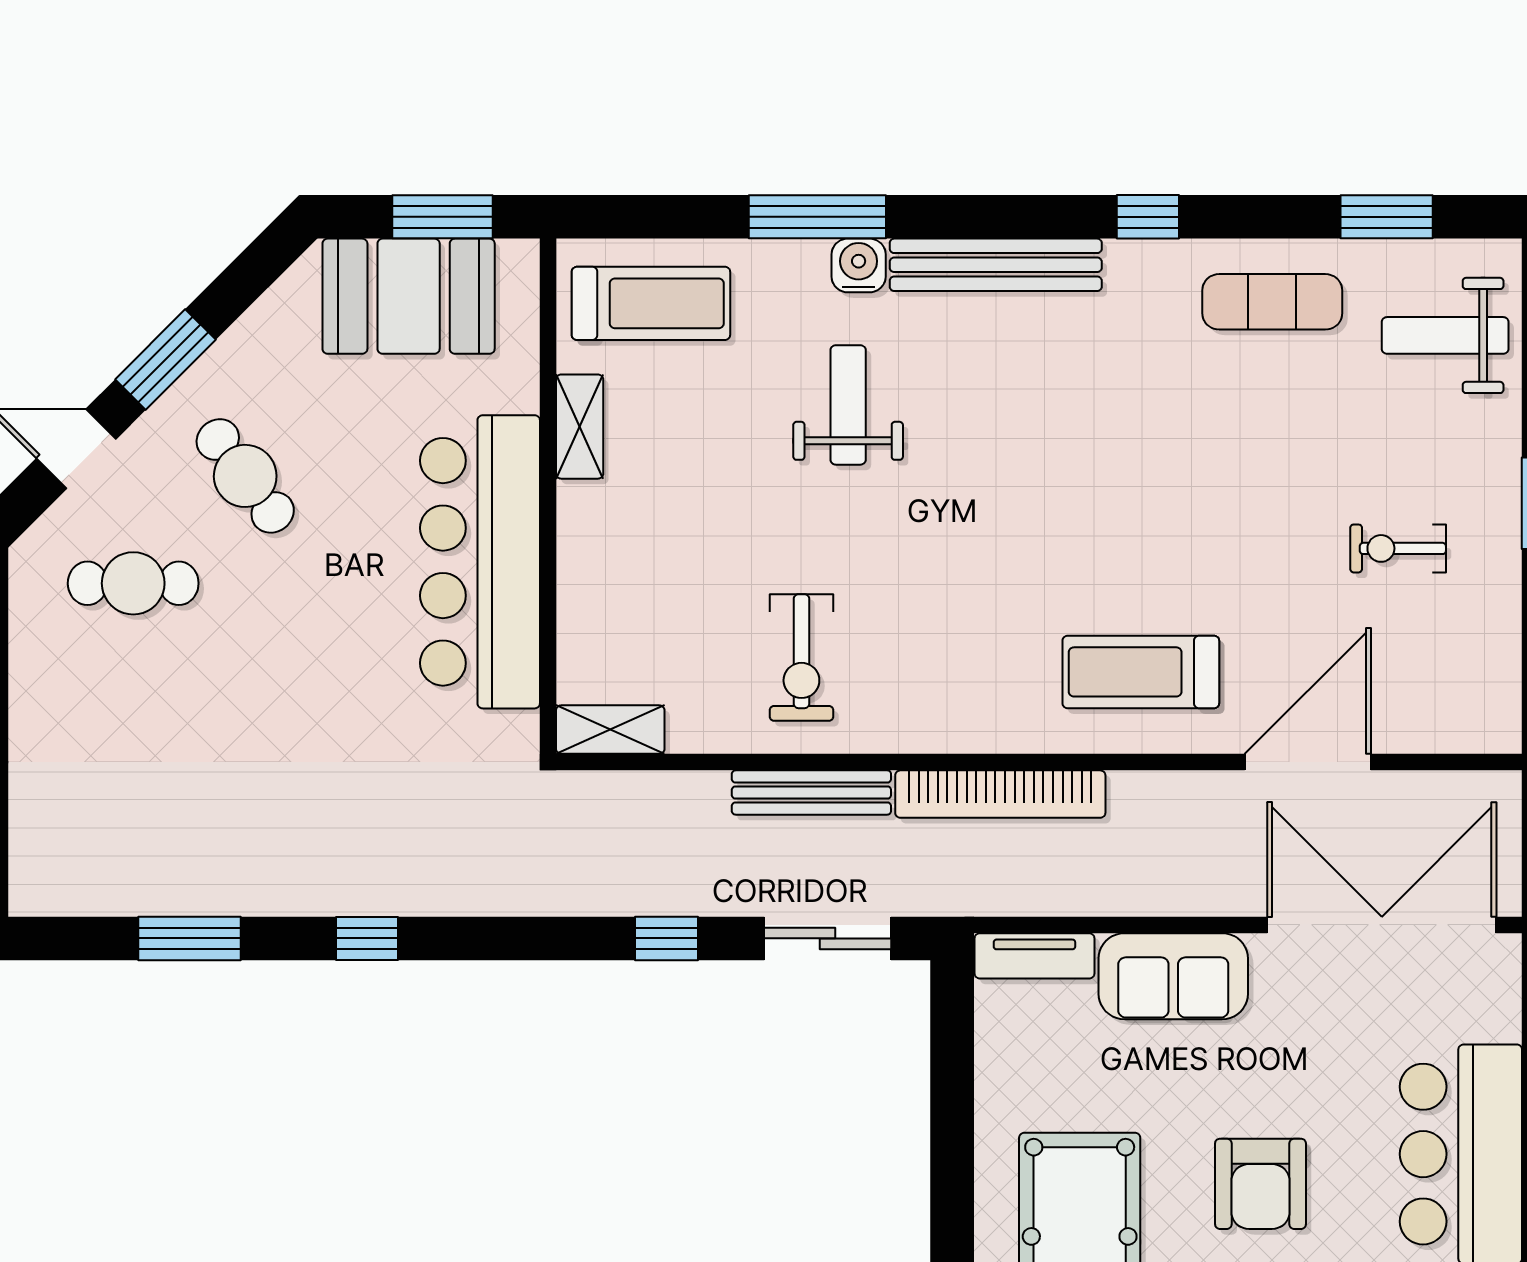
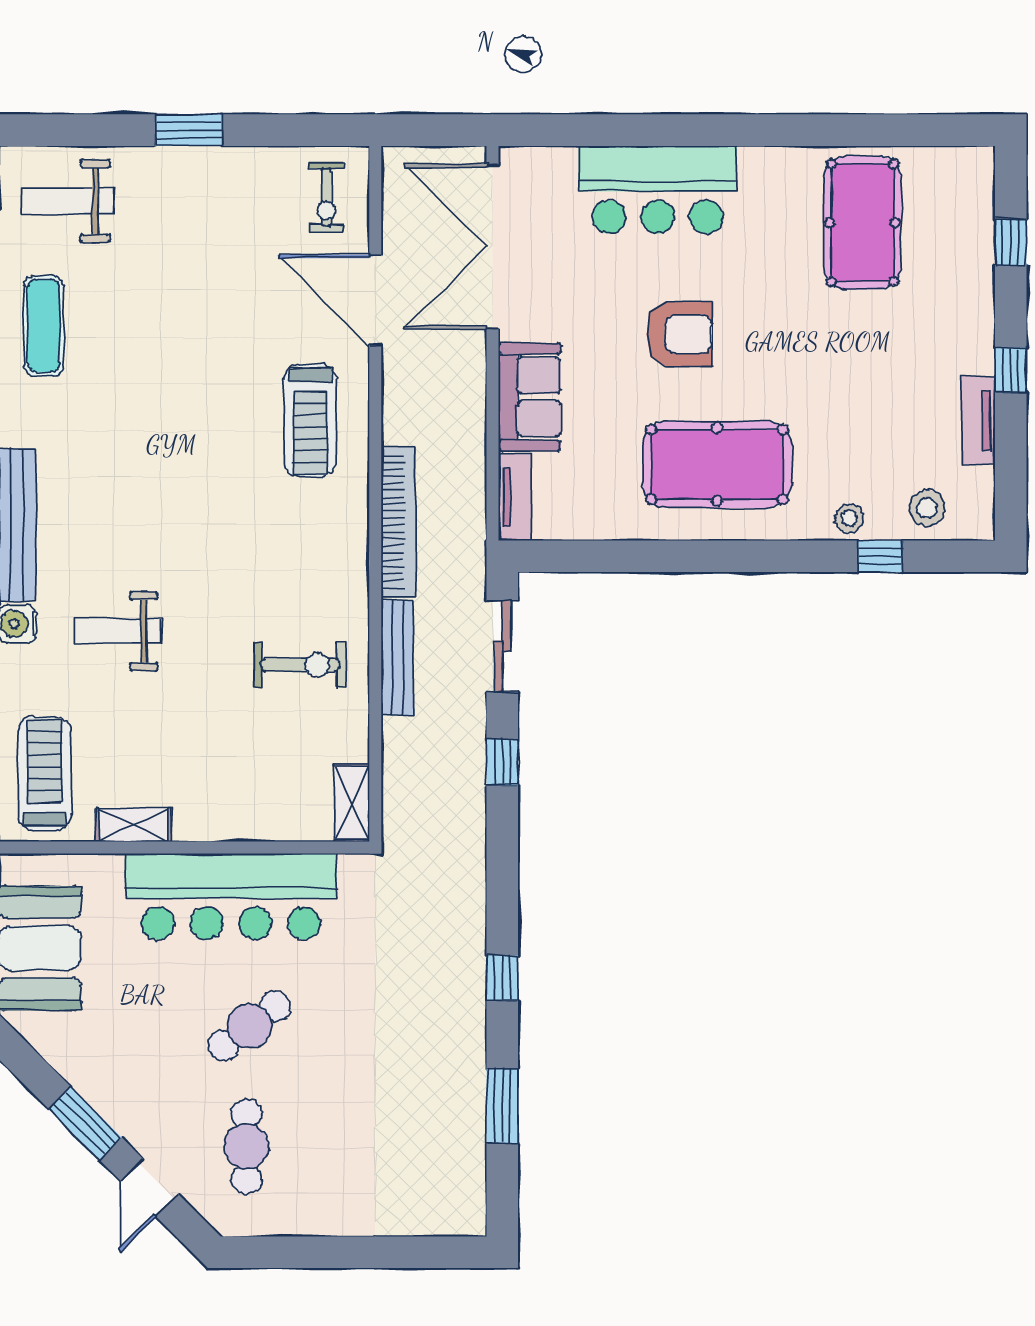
weight bench: (1445, 335) -> (68, 201), turned 90
cafe table: (245, 476) -> (249, 1026), moved
exercise bike: (1398, 548) -> (326, 197), moved

